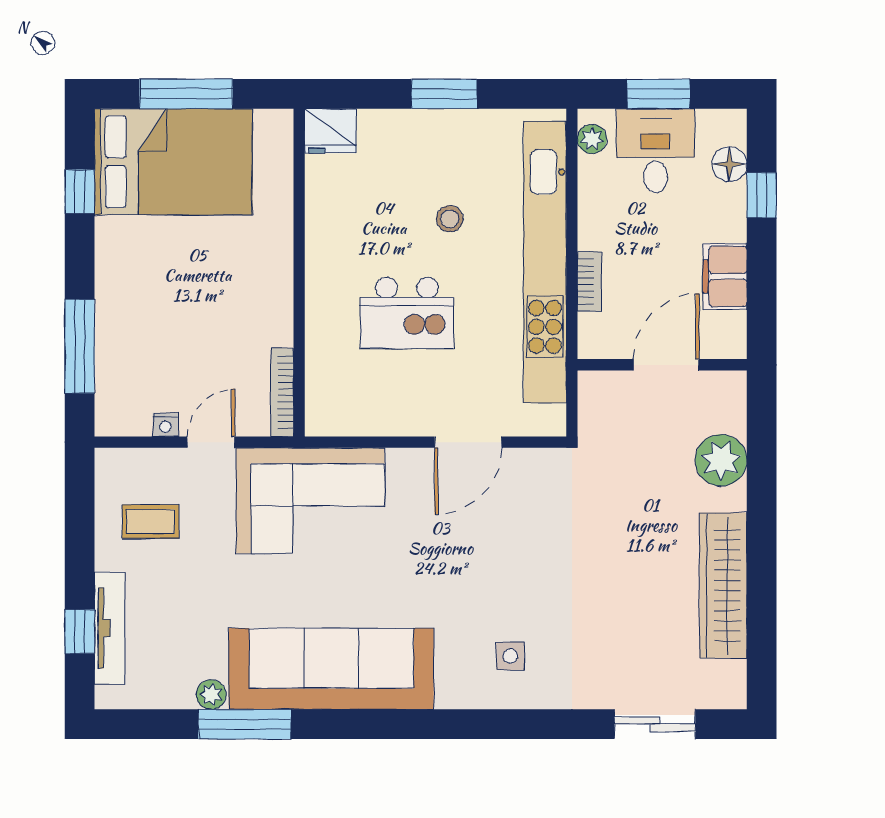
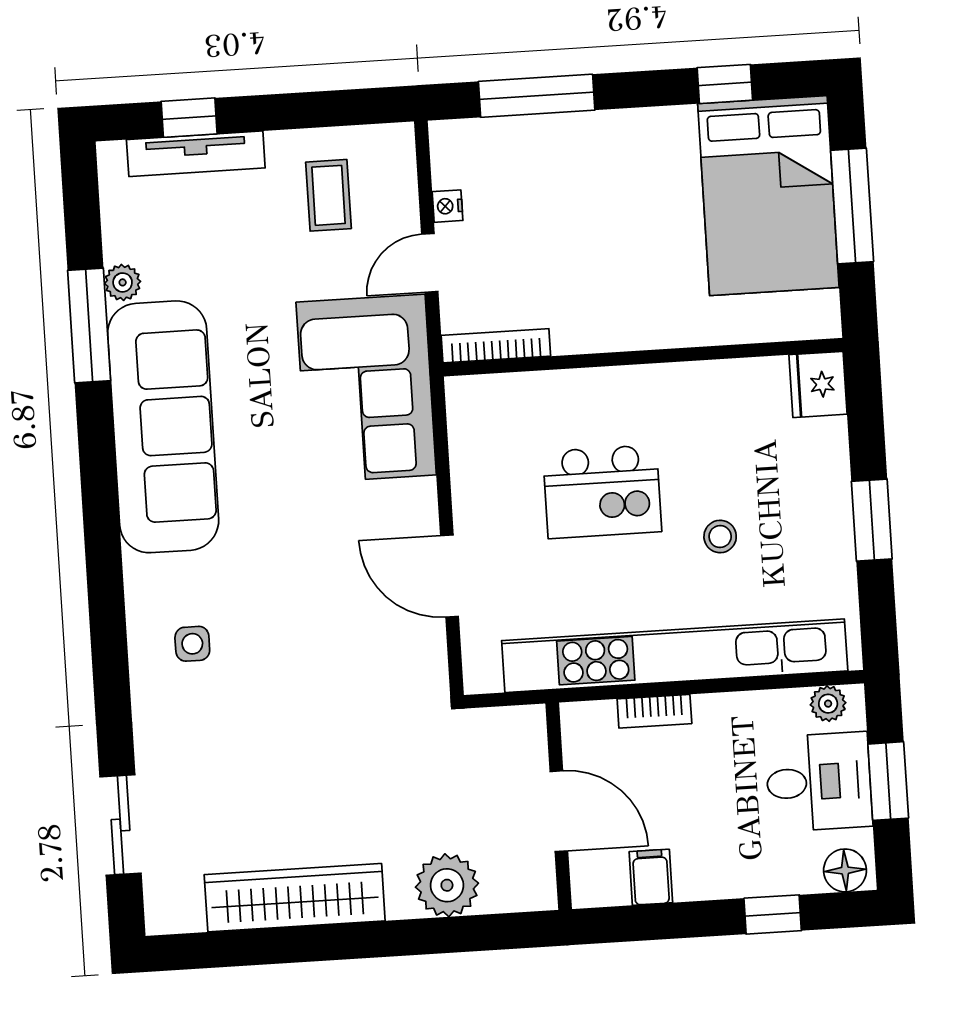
floor lamp: (729, 164) -> (845, 870), moved
filing cabinet: (725, 276) -> (651, 877), width x0.50
kitchen island: (407, 313) -> (602, 492), turned -90
door: (211, 442) -> (430, 263), swing flipped

